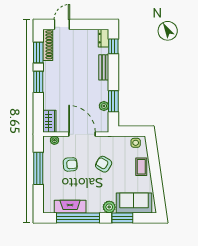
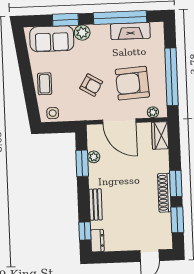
shoe rack: (48, 45) -> (164, 193), moved
armchair: (70, 164) -> (132, 83), width x1.88, depth x1.88
window: (38, 168) -> (171, 77), width x1.46

